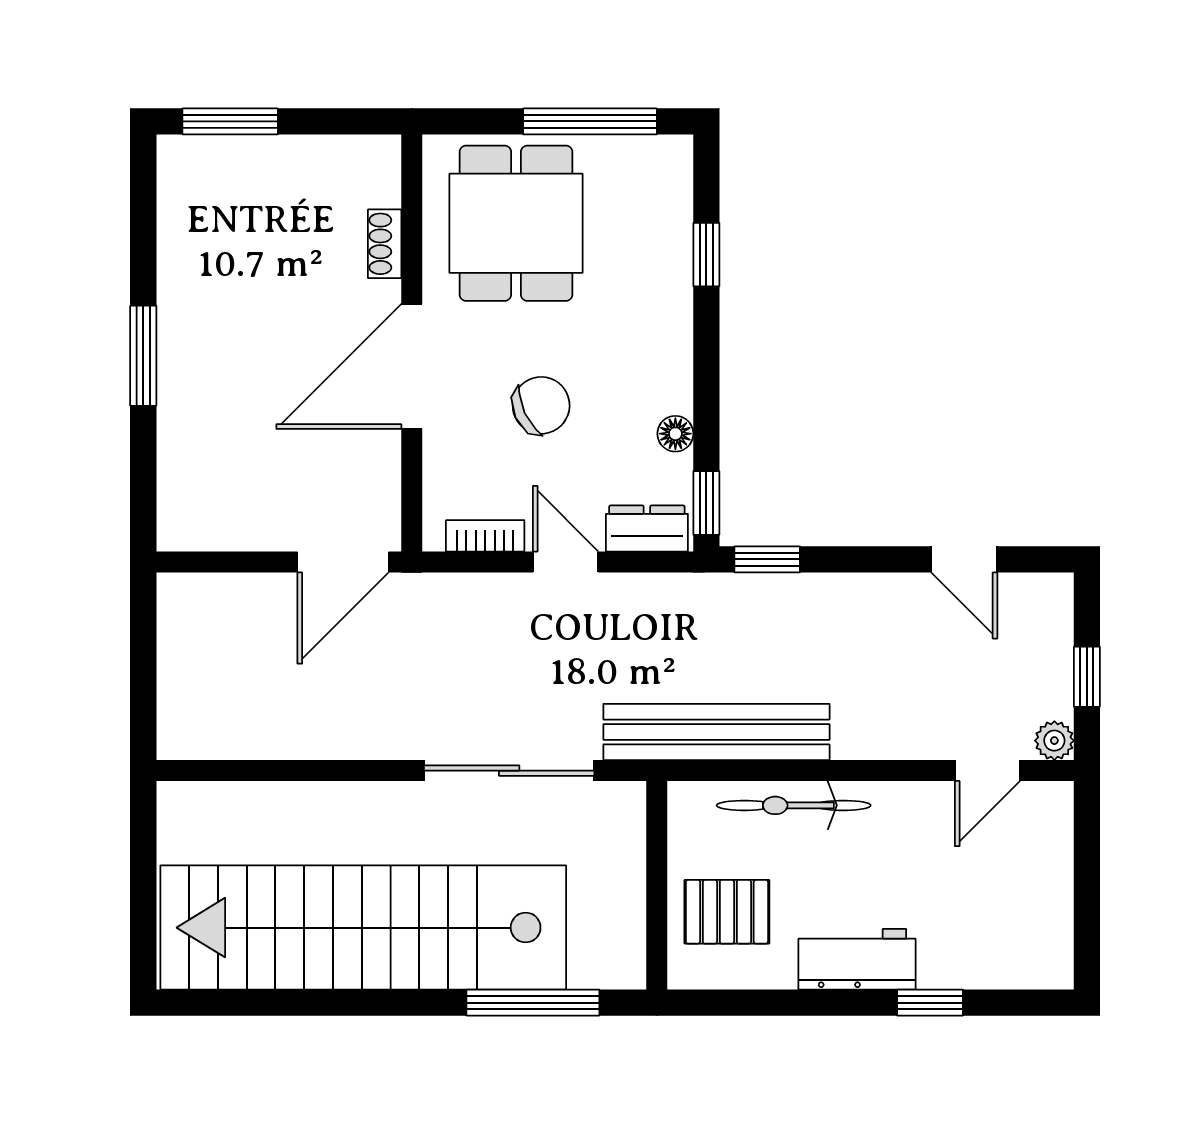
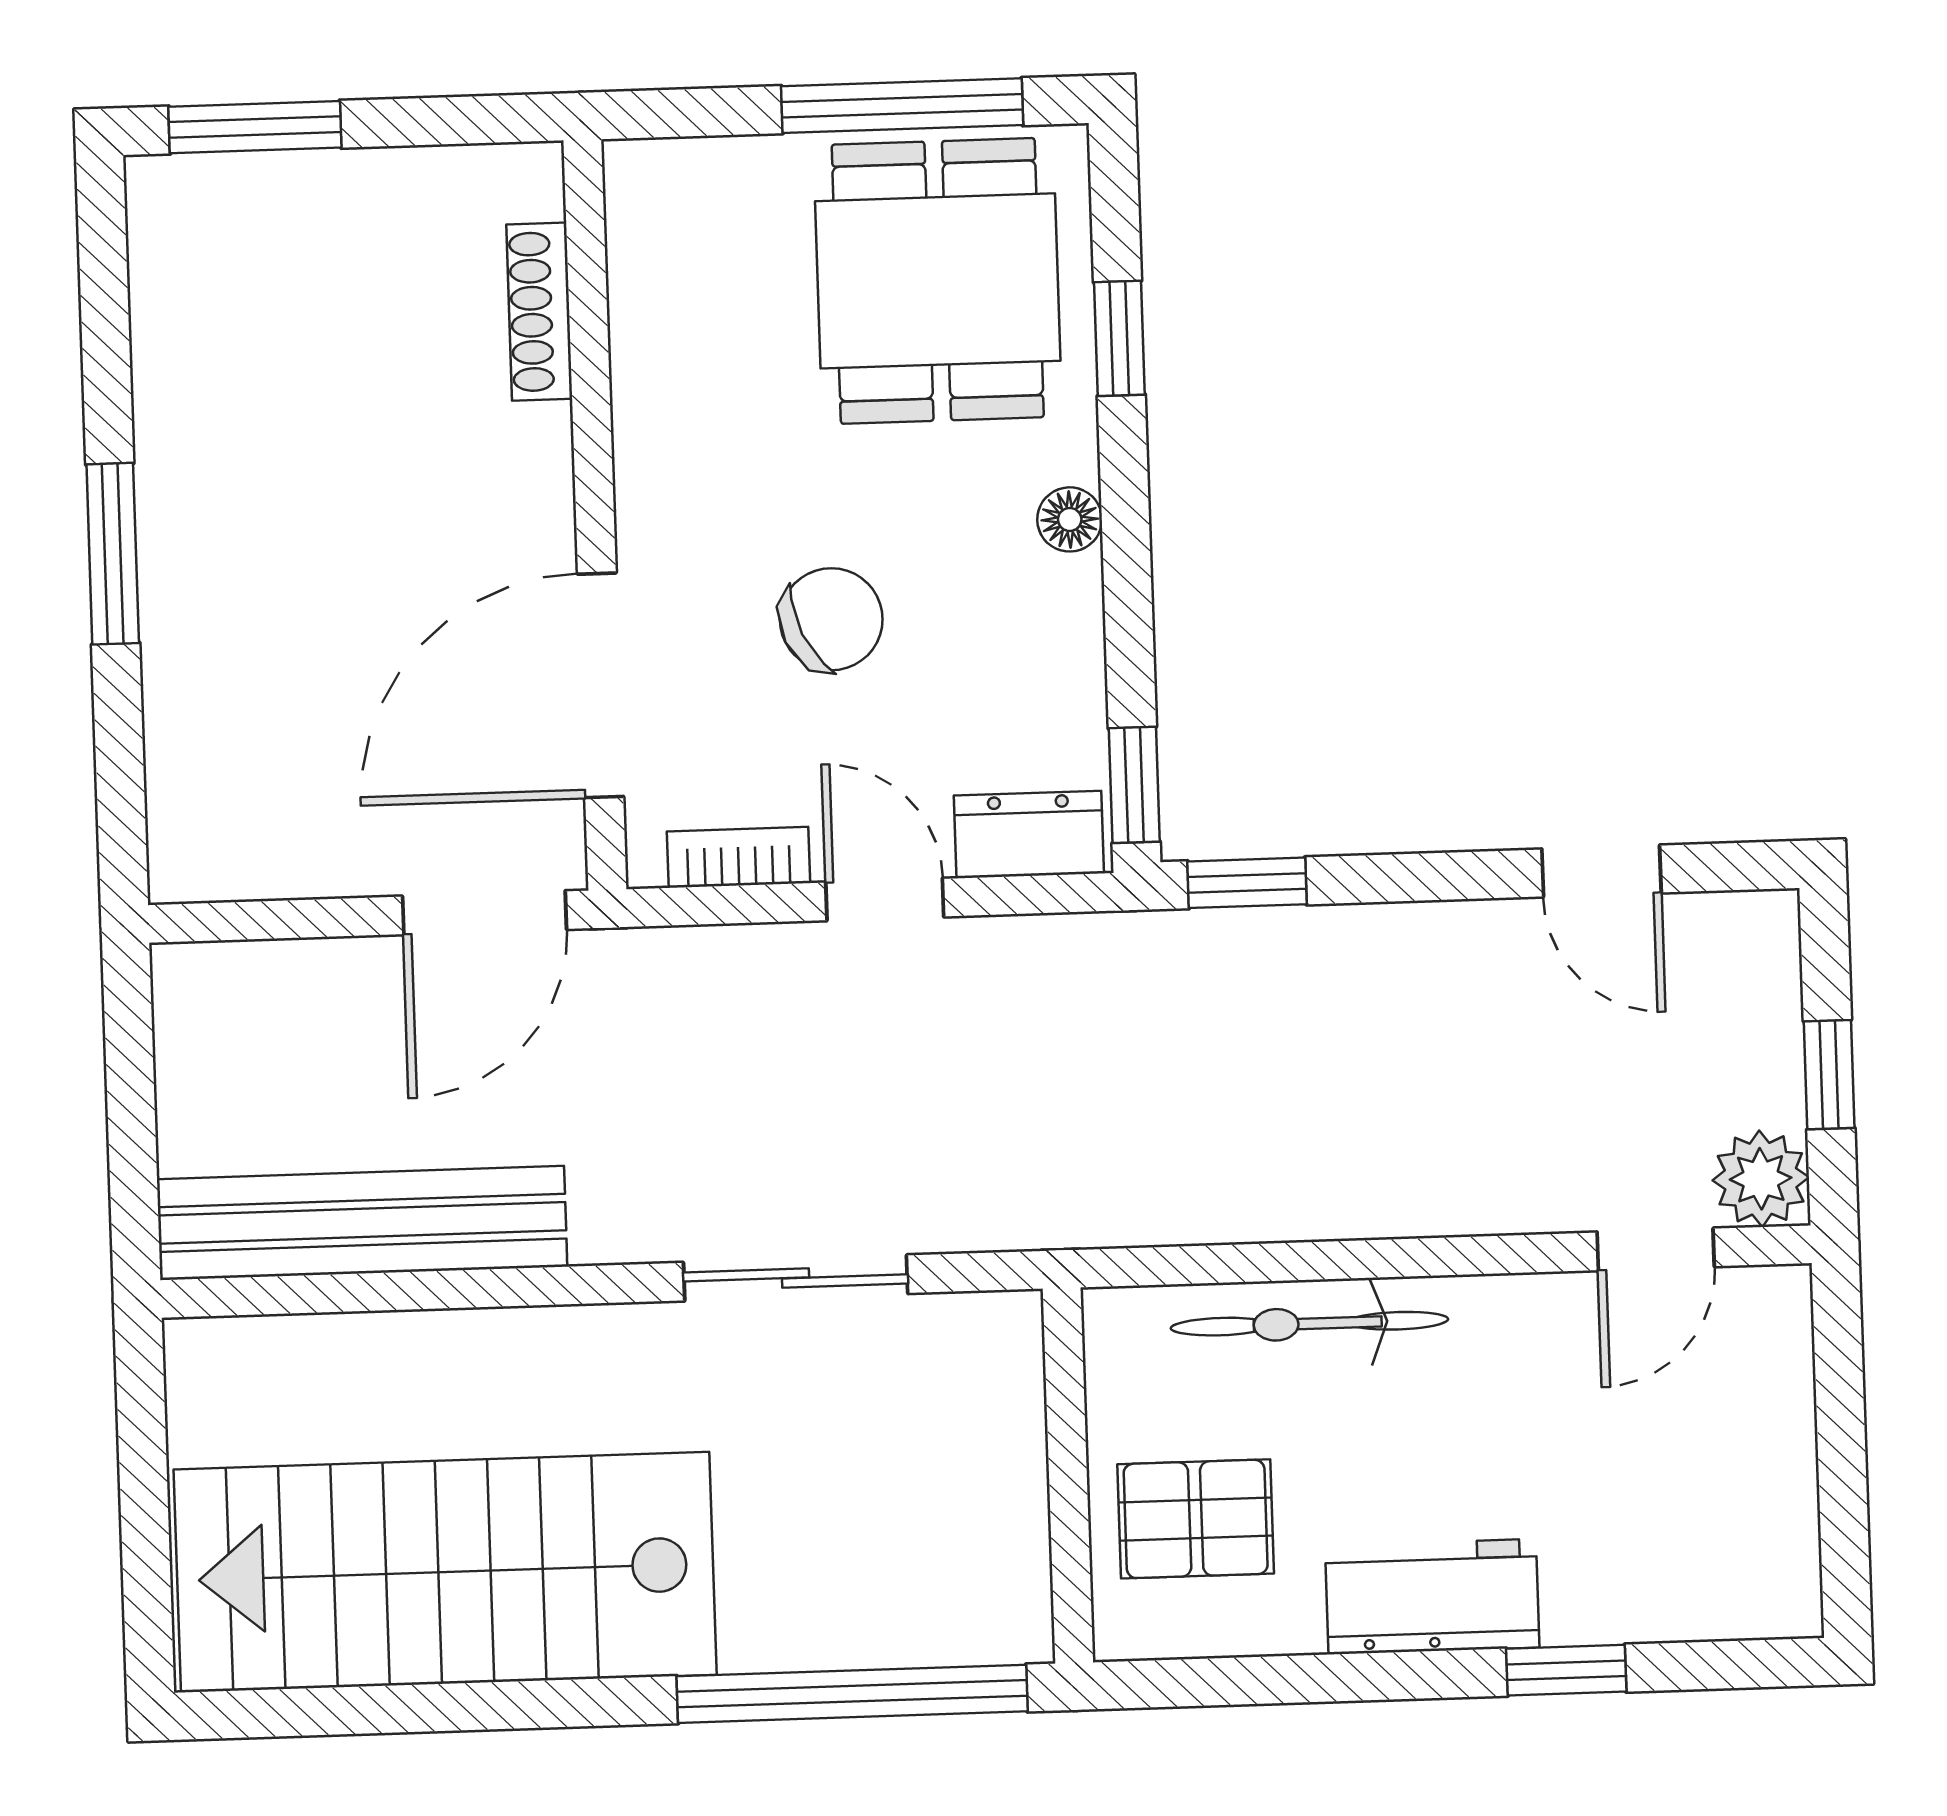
dining table: (516, 223) -> (938, 281), moved
shoe rack: (385, 244) -> (539, 312), width x1.43
door: (412, 366) -> (601, 685), moved
floor lamp: (675, 434) -> (1070, 519), moved
bench: (716, 732) -> (362, 1223), moved
plant: (1054, 741) -> (1761, 1179), width x1.38, depth x1.38
sliding door: (509, 771) -> (796, 1278), width x0.73
stairs: (363, 928) -> (445, 1572), width x0.73
window: (533, 1003) -> (852, 1694), width x1.46

